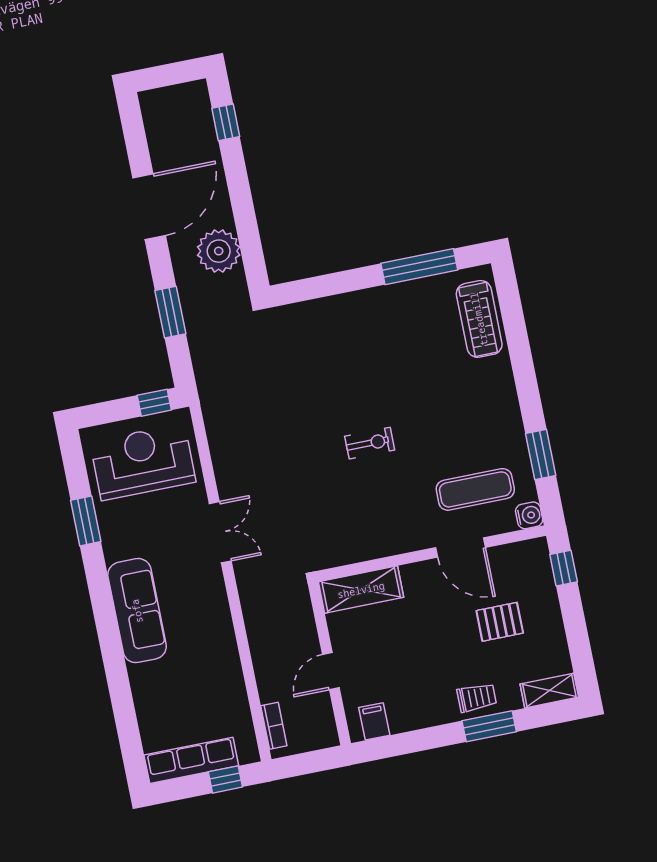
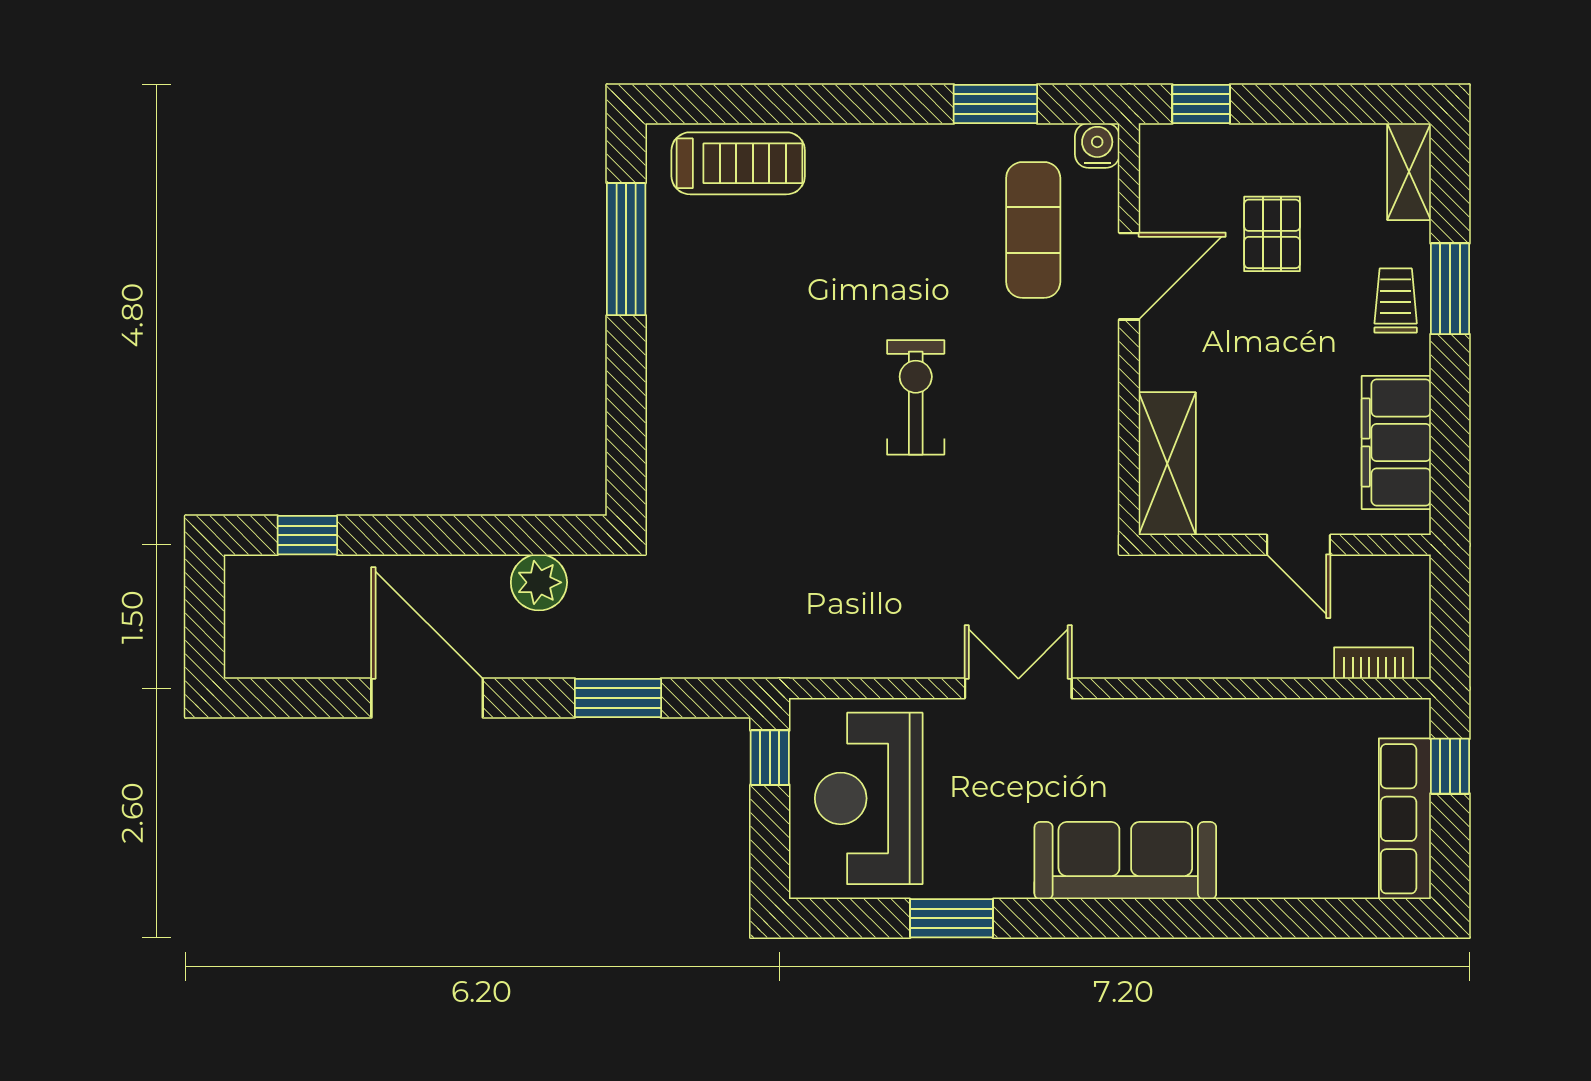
plant: (219, 251) -> (539, 582), width x0.73, depth x0.73
exercise bike: (370, 443) -> (916, 397), width x1.38, depth x1.39
filing cabinet: (374, 721) -> (1396, 442), width x3.00, depth x1.17

